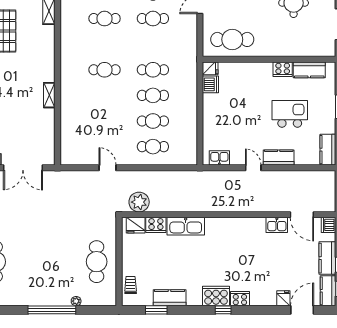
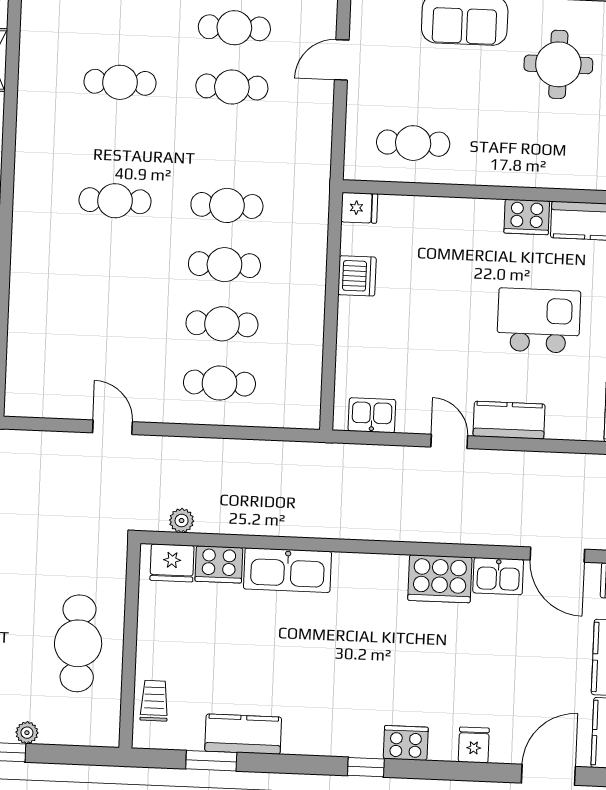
cafe table: (232, 39) -> (413, 143), width x0.73, depth x0.74
dishwasher: (210, 84) -> (357, 276), moved
plant: (139, 202) -> (182, 521), width x0.53, depth x0.53
cooker: (216, 296) -> (440, 579), moved, turned 180
fridge: (283, 298) -> (474, 745), moved

